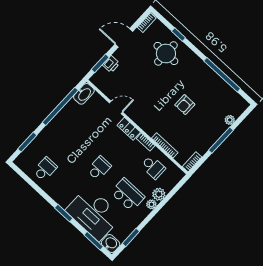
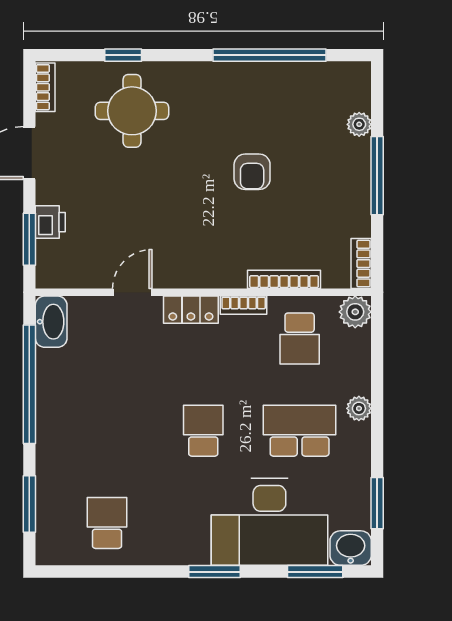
school desk: (153, 167) -> (300, 338), turned 90
plant: (159, 194) -> (355, 312), moved

